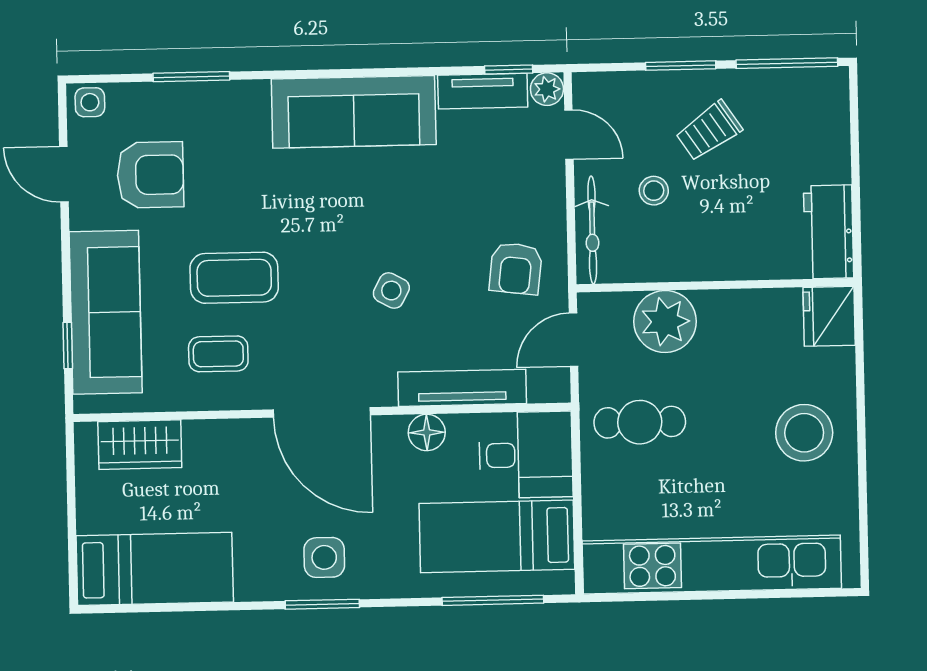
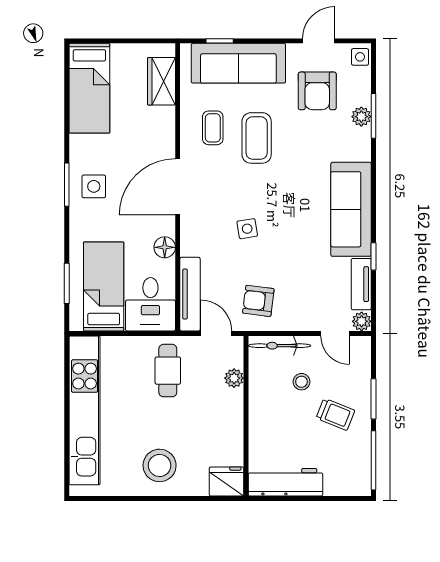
window: (509, 69) -> (373, 256), moved
plant: (193, 98) -> (361, 117), added
trolley: (709, 131) -> (335, 414), turned 146
door: (569, 135) -> (335, 333), hinge flipped
workbench: (829, 232) -> (285, 482), width x1.37
side table: (391, 291) -> (247, 229), turned -37
plant: (665, 321) -> (234, 378), width x0.53, depth x0.53
tv unit: (462, 388) -> (190, 294), moved
window: (493, 600) -> (67, 283), width x0.69

